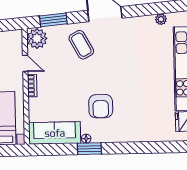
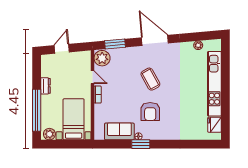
coffee table: (81, 45) -> (150, 79), moved
sofa: (55, 133) -> (119, 131), width x0.73

